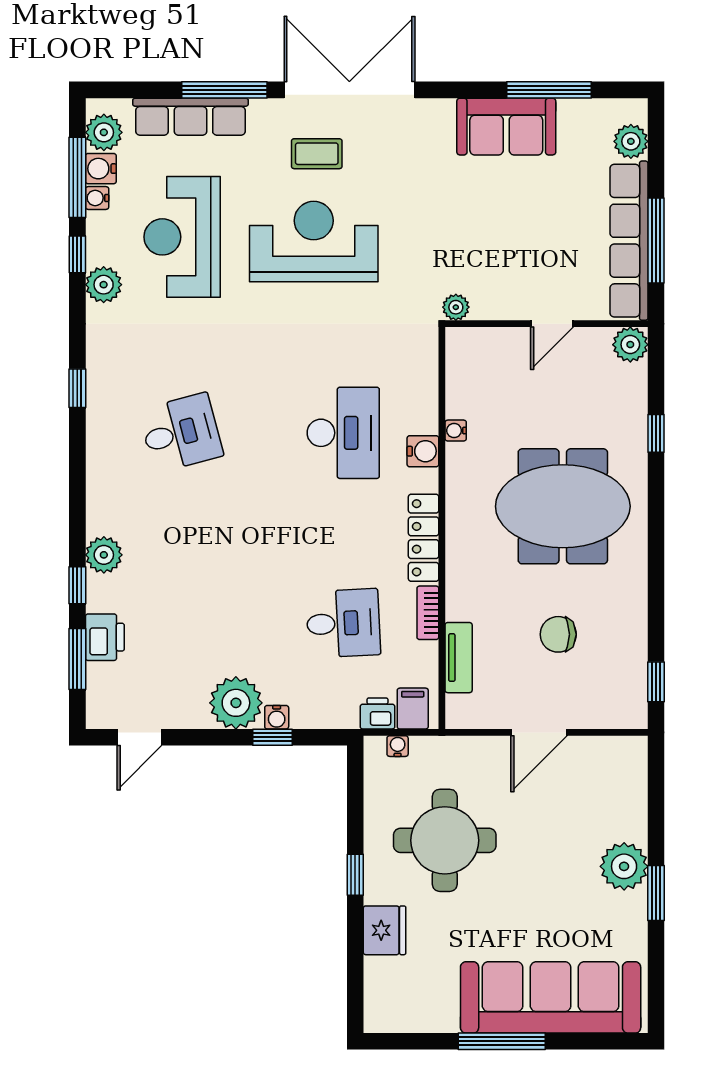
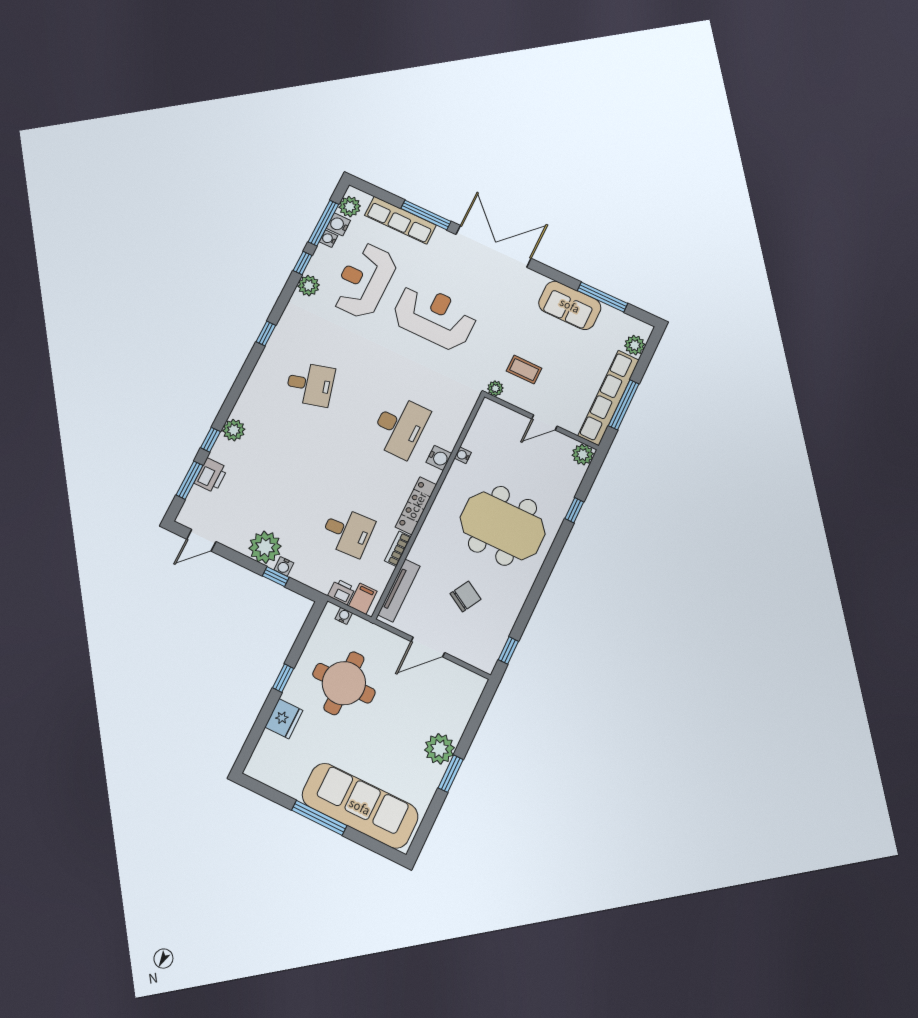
coffee table: (317, 154) -> (524, 370), moved
chair: (558, 634) -> (466, 596), turned 120
tv unit: (459, 658) -> (399, 590), width x1.41

